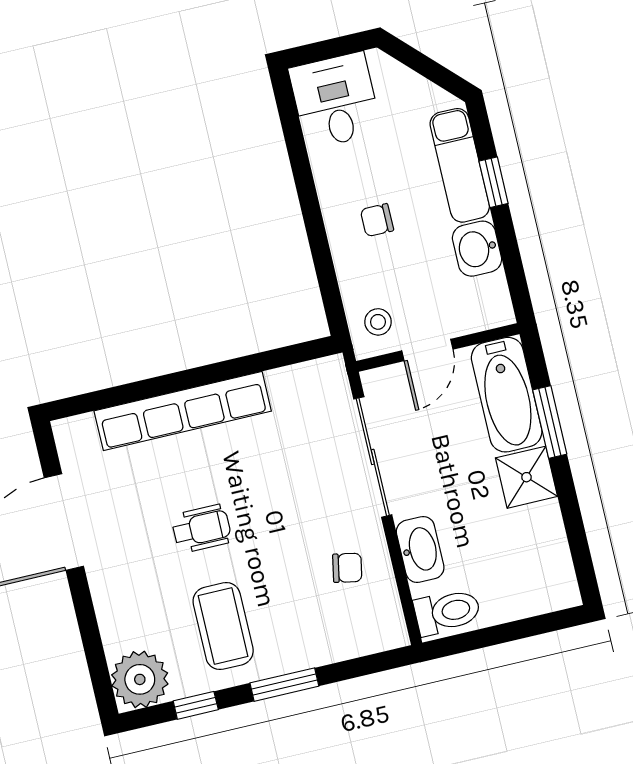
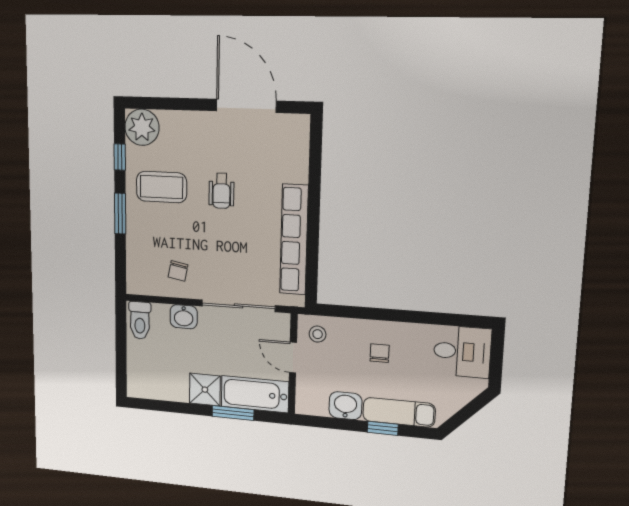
row of seats: (183, 411) -> (294, 240), moved
washbasin: (420, 550) -> (184, 317), width x0.72

